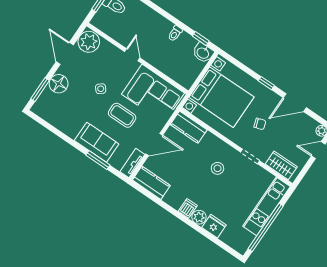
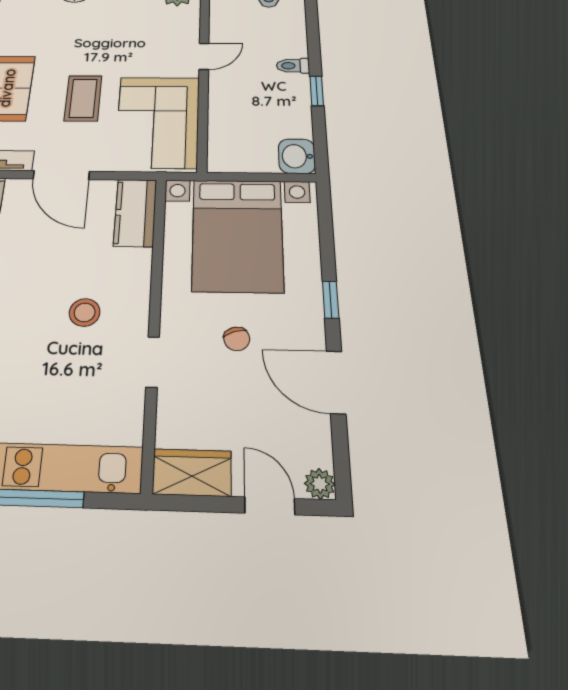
toilet: (175, 33) -> (293, 66), moved
window: (201, 38) -> (317, 91), moved
side table: (101, 89) -> (109, 45), removed
wardrobe: (281, 165) -> (192, 472), moved, turned -90

